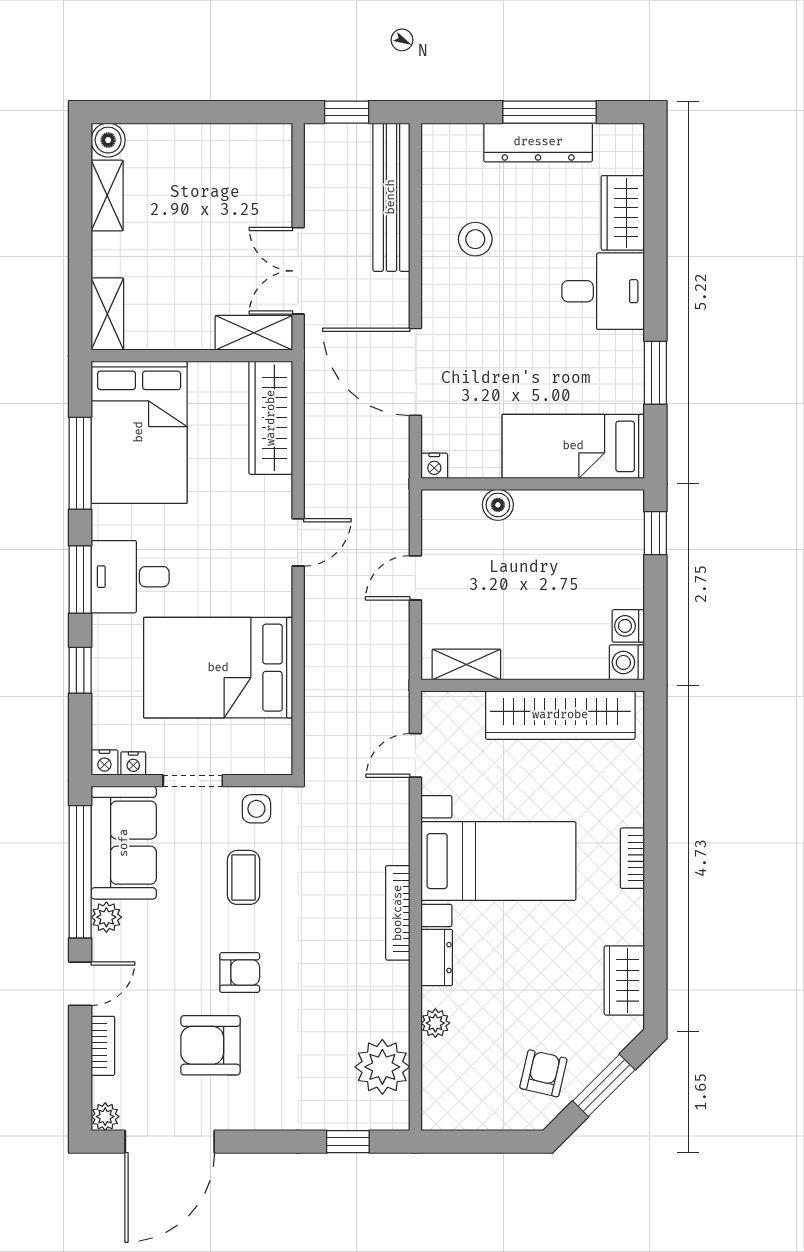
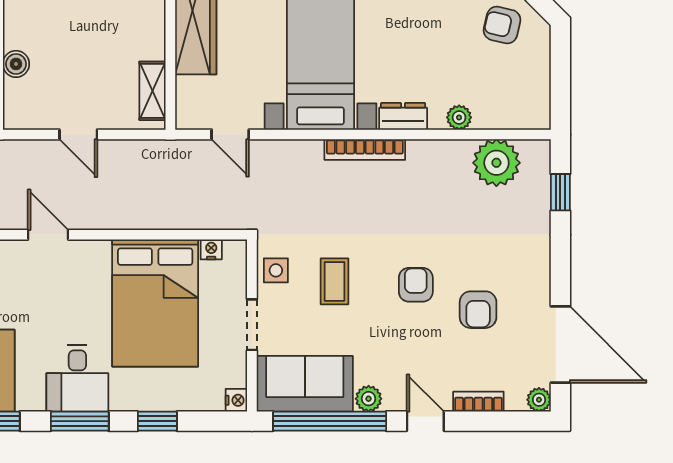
nightstand: (133, 764) -> (211, 249), moved, turned -90
coffee table: (244, 877) -> (335, 281), turned 90
armchair: (210, 1045) -> (478, 310), width x0.72, depth x0.72

